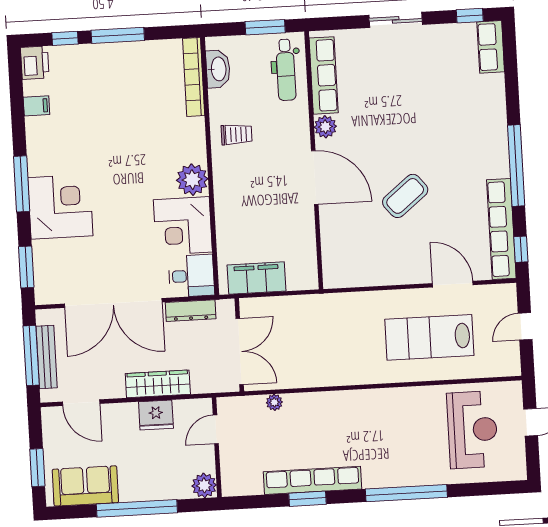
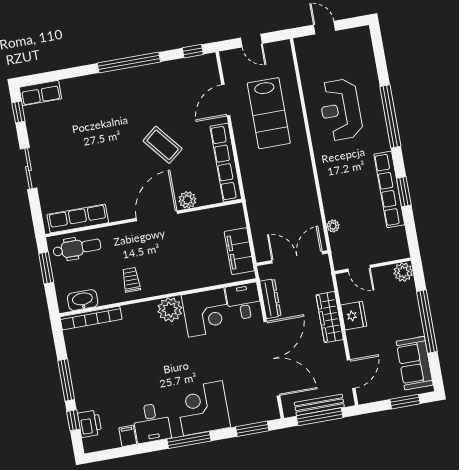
printer: (35, 63) -> (90, 424), moved, turned 90
plant: (325, 127) -> (187, 200), moved
desk: (49, 139) -> (152, 423), added
row of seats: (501, 229) -> (226, 163), moved, turned 90
reception desk: (473, 430) -> (341, 110), moved, turned -90

